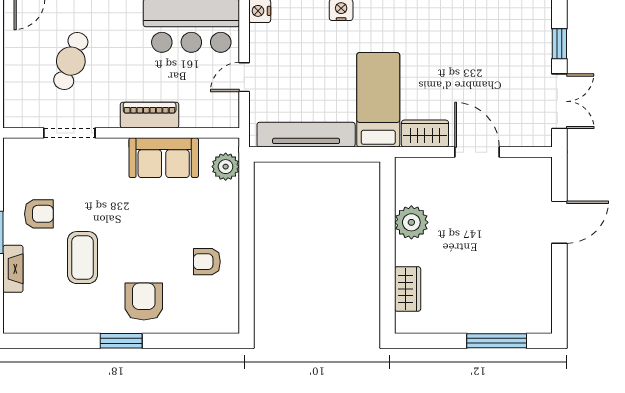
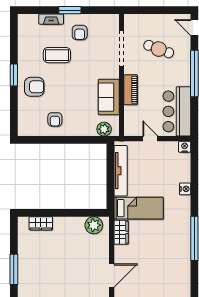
doorway: (69, 133) -> (121, 48), width x1.36
door: (477, 152) -> (112, 276), moved
plant: (411, 222) -> (94, 225), moved
armchair: (207, 262) -> (55, 119), turned 180

